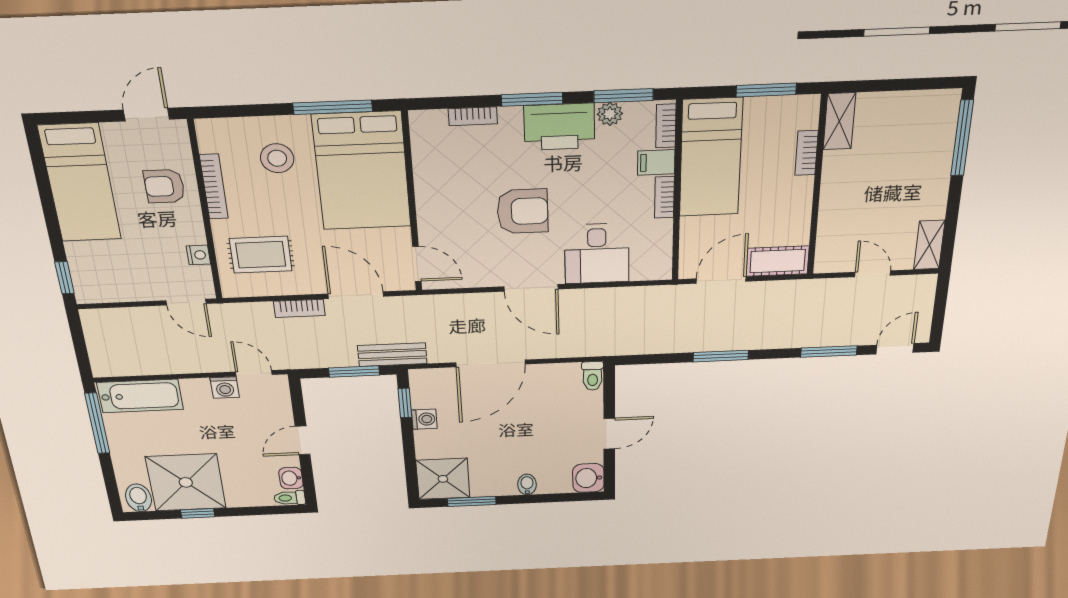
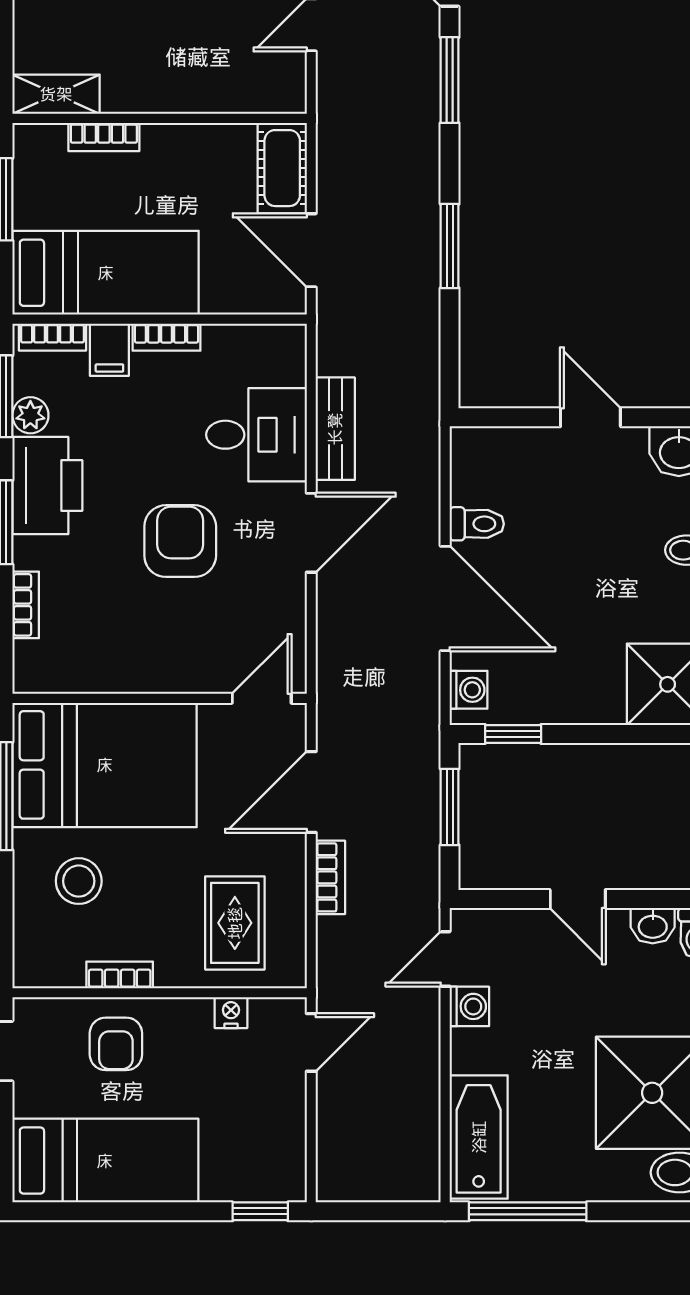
bookcase: (214, 187) -> (120, 975), width x0.64
bench: (392, 355) -> (335, 429), moved
toilet: (593, 376) -> (477, 524), moved
washing machine: (424, 419) -> (468, 690), moved, turned 90

